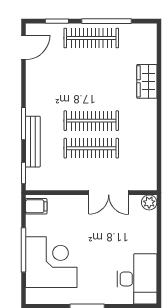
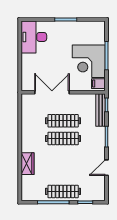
door: (24, 47) -> (107, 168), moved
bench: (33, 142) -> (101, 110), moved
double door: (109, 193) -> (52, 92), width x1.37
plant: (149, 202) -> (26, 86), removed
corner desk: (51, 262) -> (89, 61), moved

